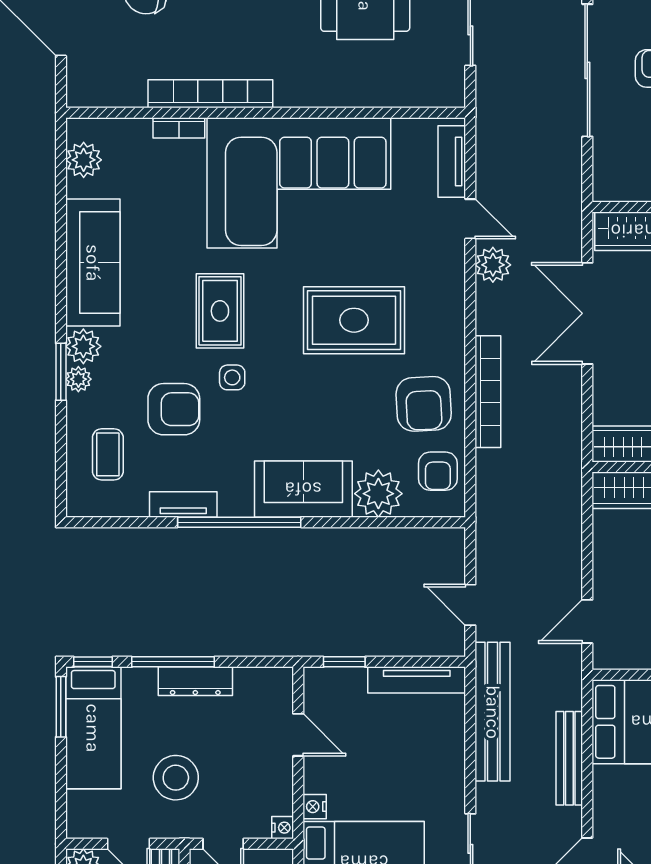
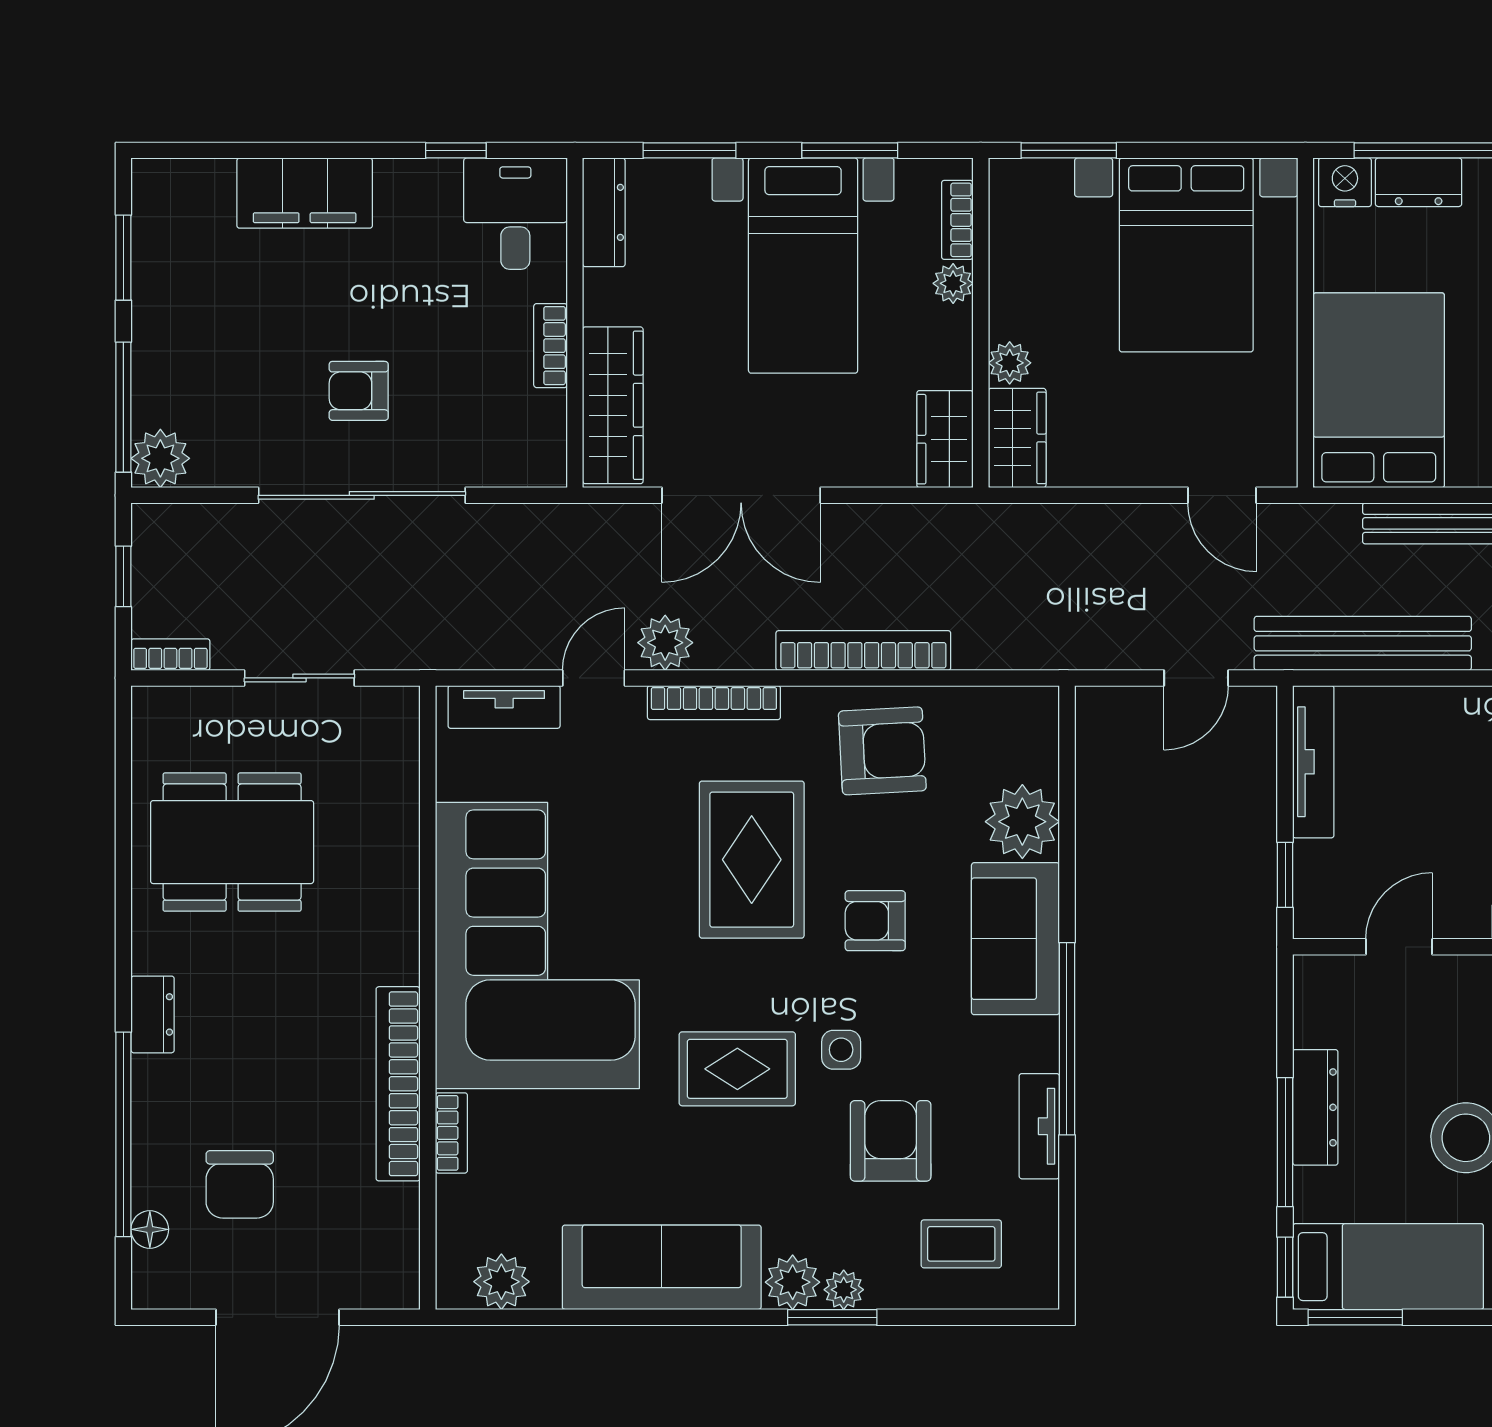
bookcase: (455, 296) -> (714, 703), added
armchair: (438, 471) -> (875, 921), moved, turned 180

